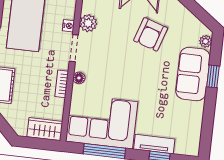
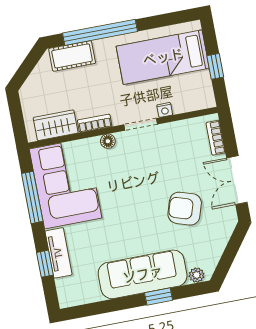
plant: (88, 23) -> (175, 132), removed
sofa: (193, 74) -> (143, 274), width x1.36
wardrobe: (45, 129) -> (56, 125), moved, turned -90

